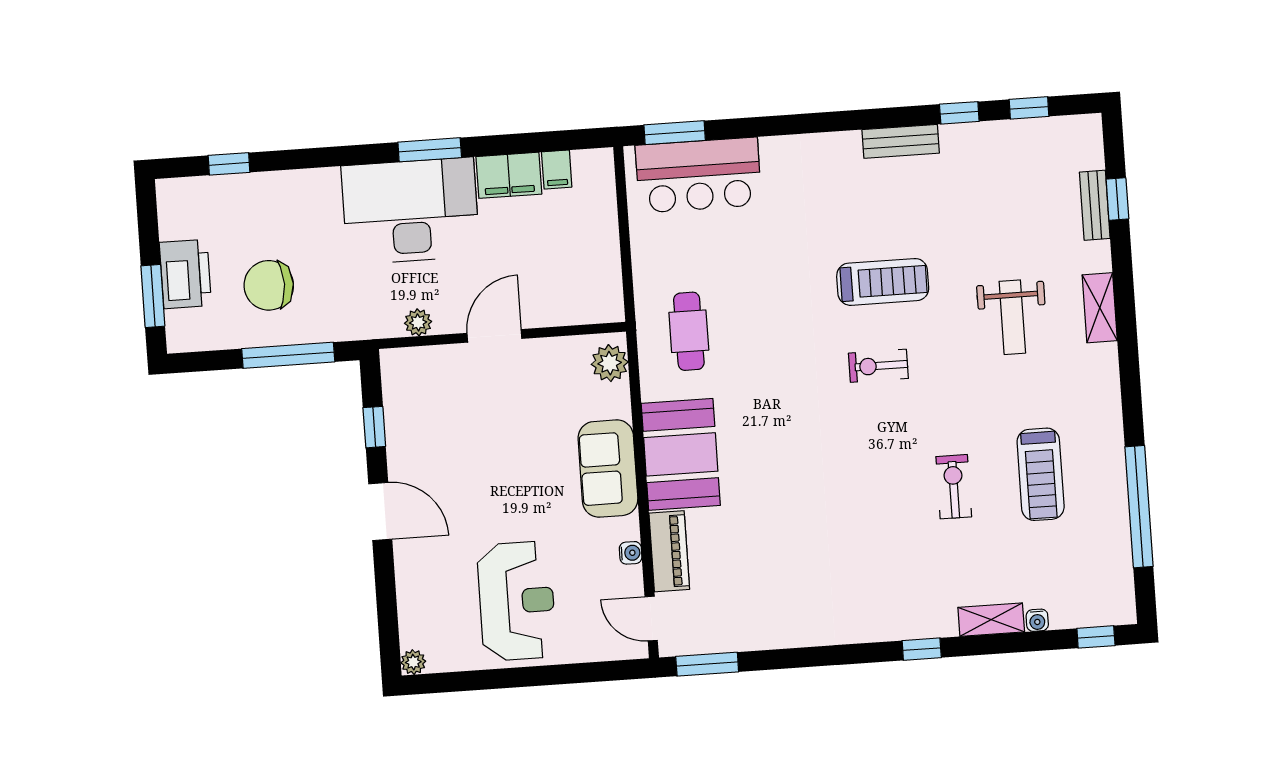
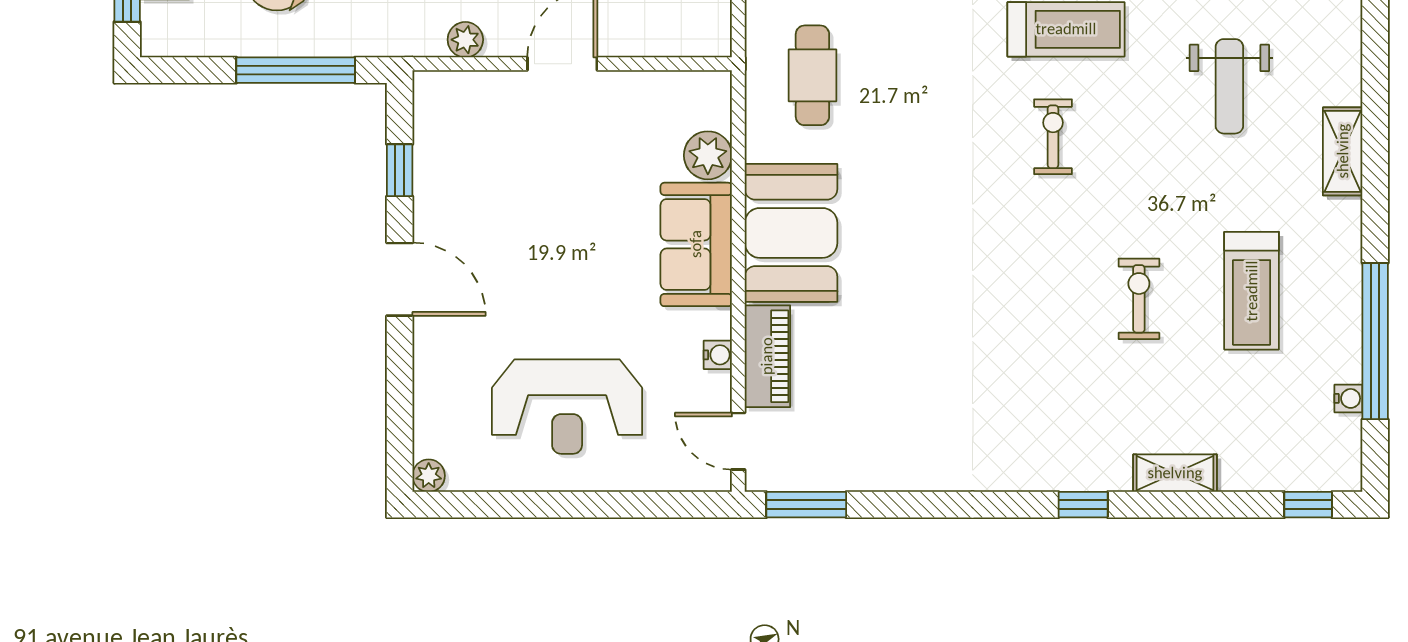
shelving: (1100, 308) -> (1343, 151), moved
plant: (610, 363) -> (708, 155), moved
exercise bike: (878, 366) -> (1053, 137), turned 90
reception desk: (517, 601) -> (567, 407), turned 90
water cooler: (1037, 620) -> (1348, 398), moved, turned -90

